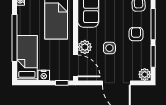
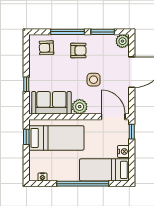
armchair: (136, 34) -> (78, 50), turned 180
plant: (85, 47) -> (80, 107), moved
door: (76, 66) -> (113, 117), hinge flipped

